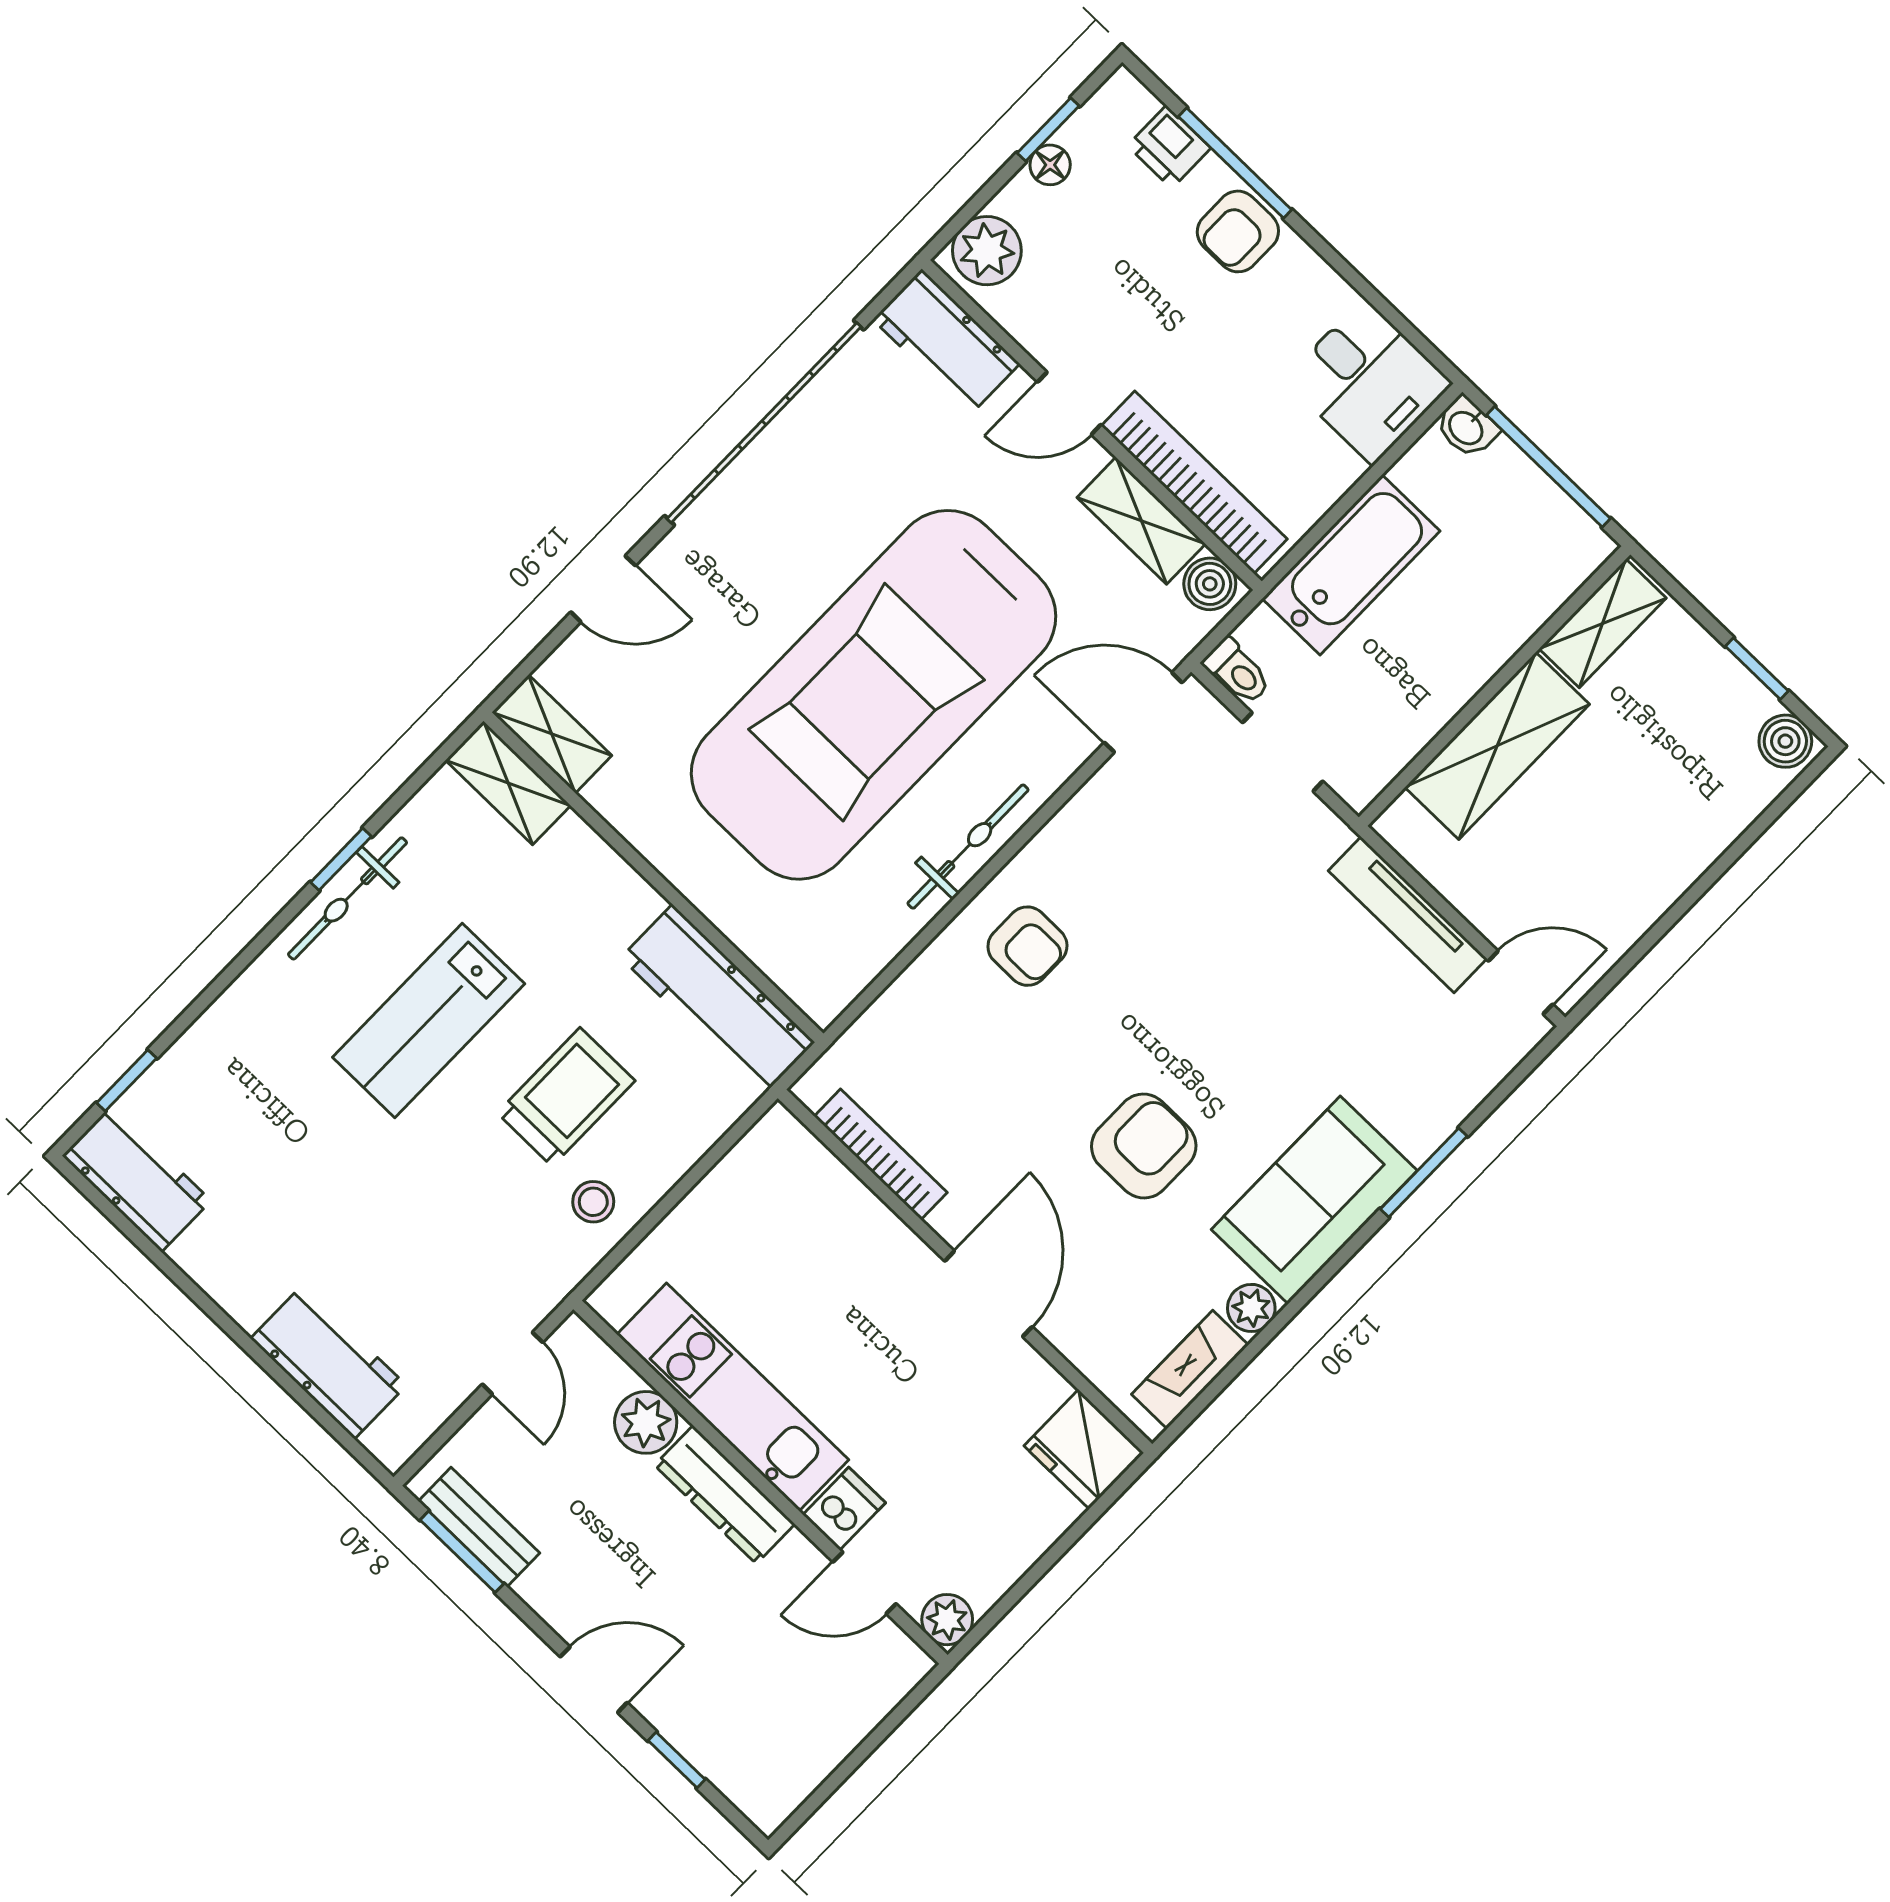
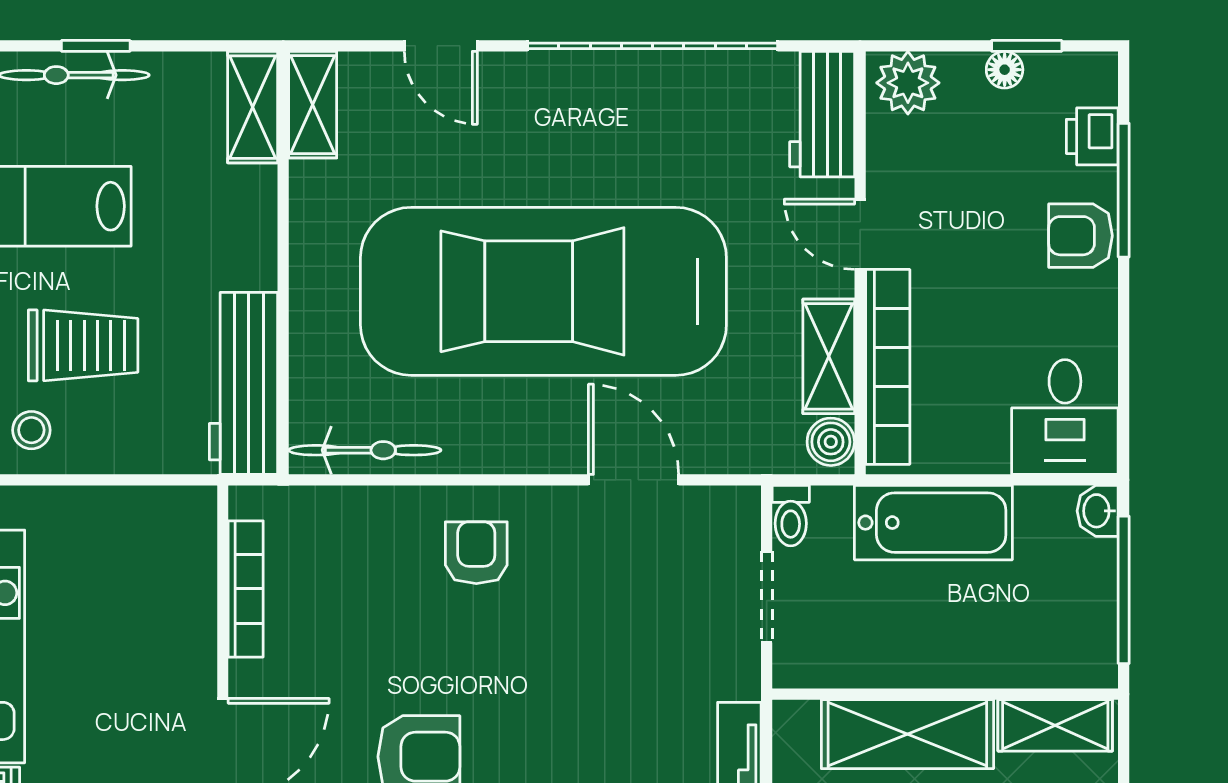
door: (1143, 712) -> (634, 480), moved
bicycle: (968, 847) -> (365, 450), moved
armchair: (1027, 946) -> (476, 553), turned 180

